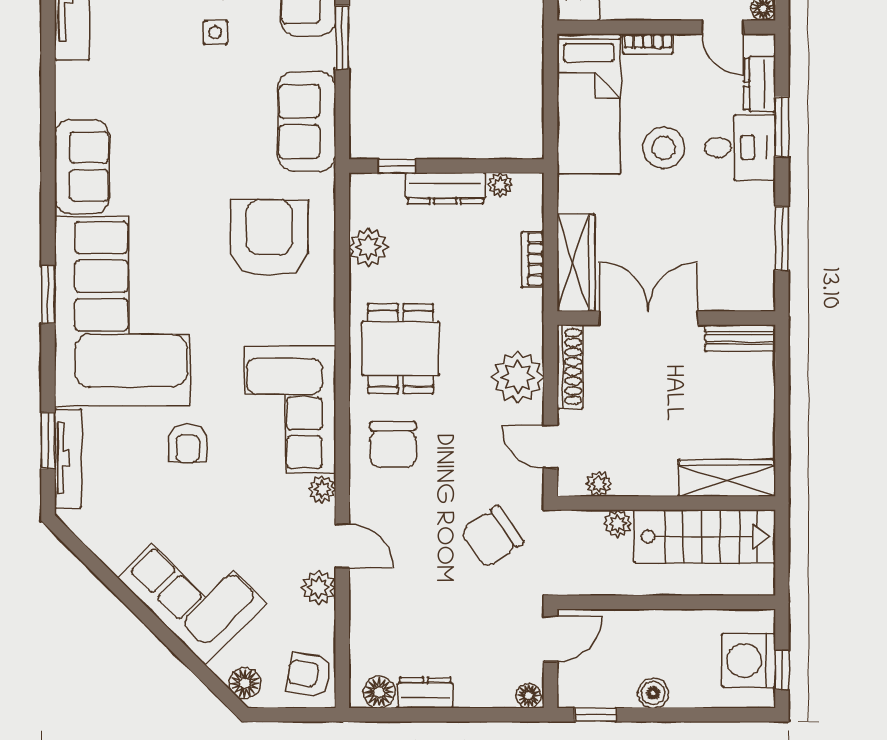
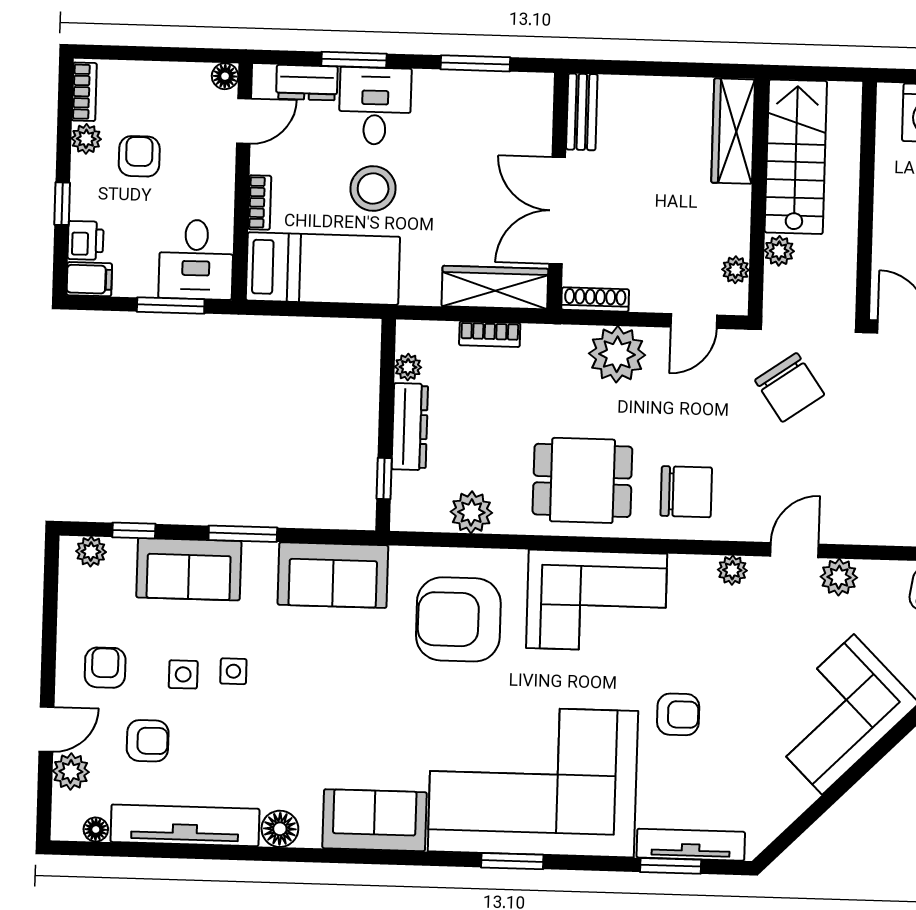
floor lamp: (72, 80) -> (280, 829), added
shoe rack: (570, 367) -> (595, 300), width x0.74, depth x0.81
corner sofa: (290, 409) -> (597, 601), moved

